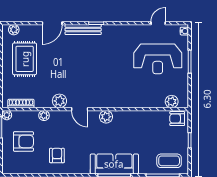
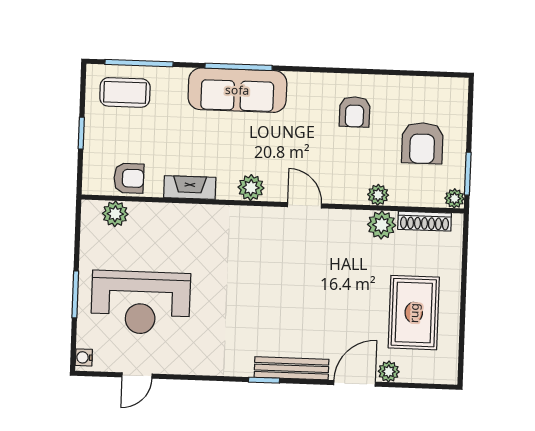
plant: (14, 30) -> (389, 372), moved
reception desk: (158, 59) -> (141, 303), turned 180
plant: (59, 101) -> (382, 225), moved
fireplace: (136, 116) -> (190, 188), added
armchair: (177, 119) -> (129, 178), moved
armchair: (23, 141) -> (422, 143), turned -90

